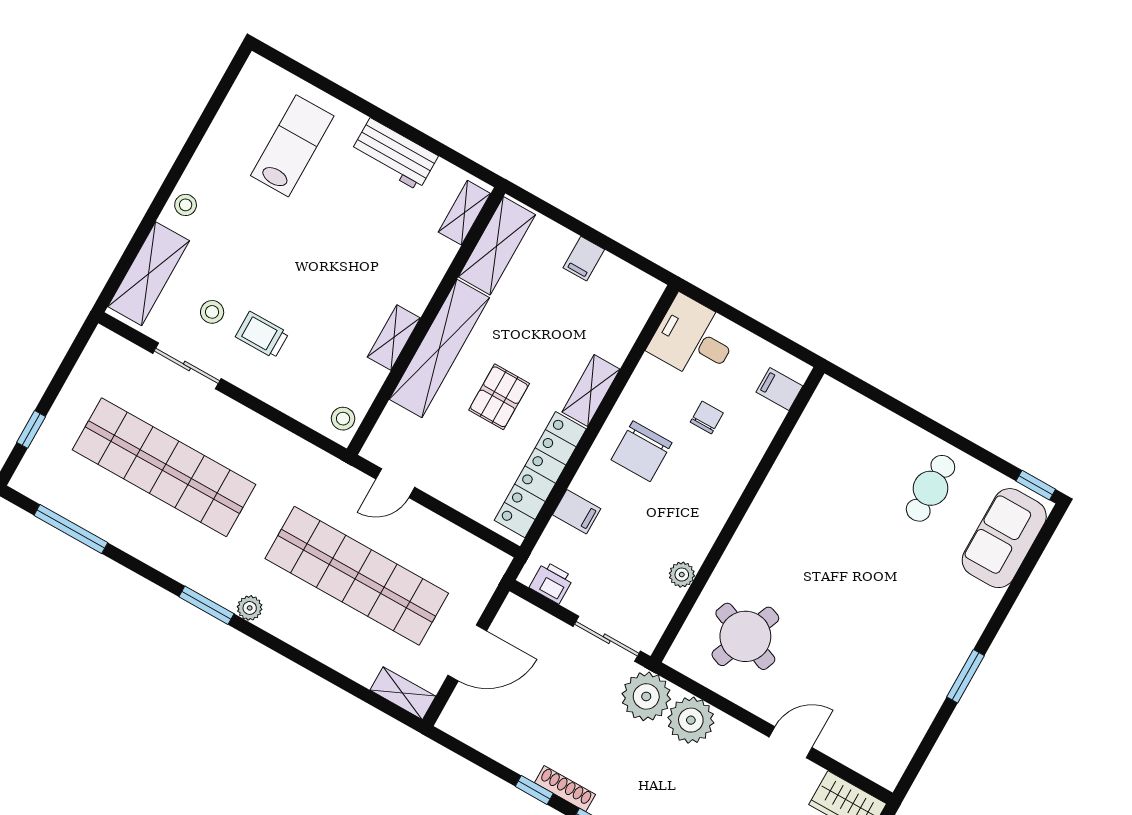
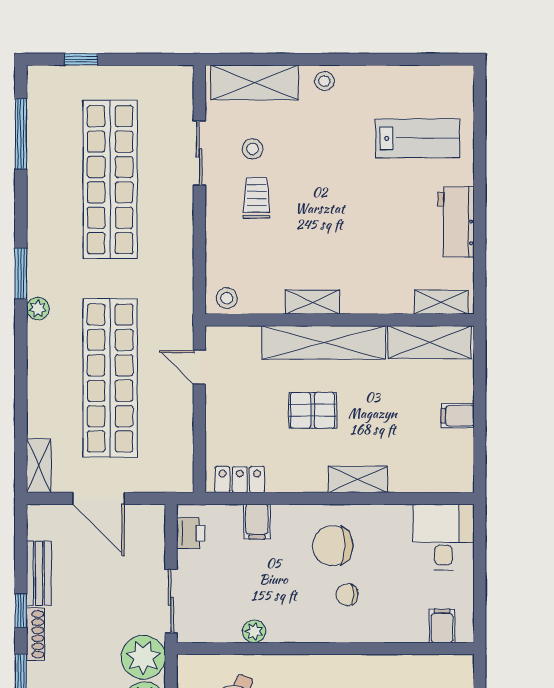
chair: (707, 417) -> (347, 595), moved, turned 180
locker: (540, 475) -> (240, 480), width x0.46, depth x0.83
bench: (508, 752) -> (39, 573), added

